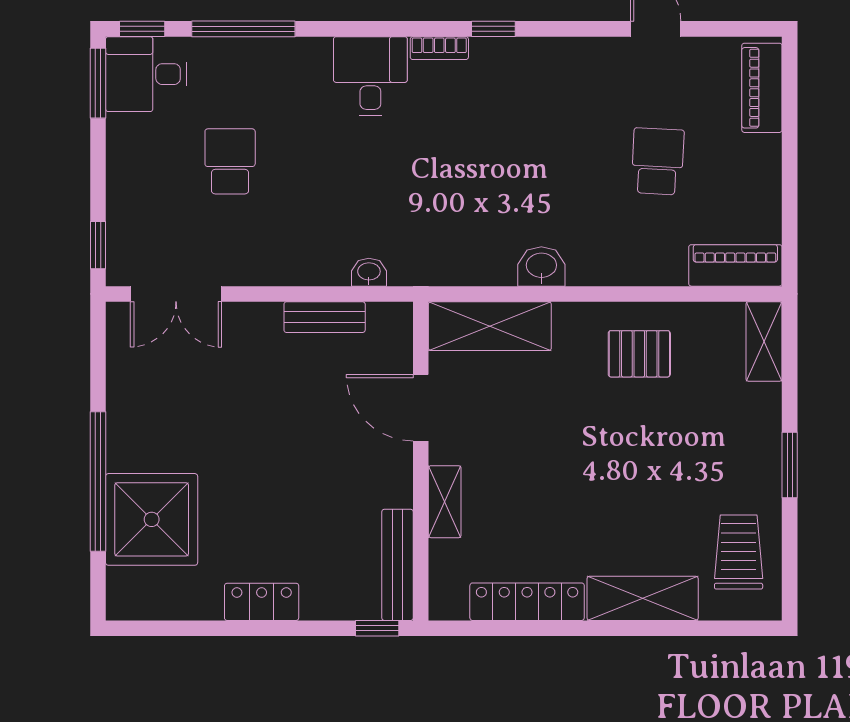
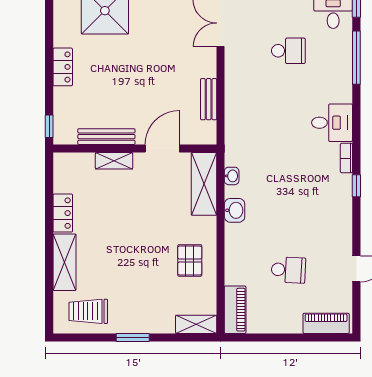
washbasin: (369, 272) -> (232, 176), moved
trolley: (739, 552) -> (88, 311), turned 180
bench: (397, 565) -> (106, 137), moved
locker: (527, 602) -> (63, 213), width x0.66

